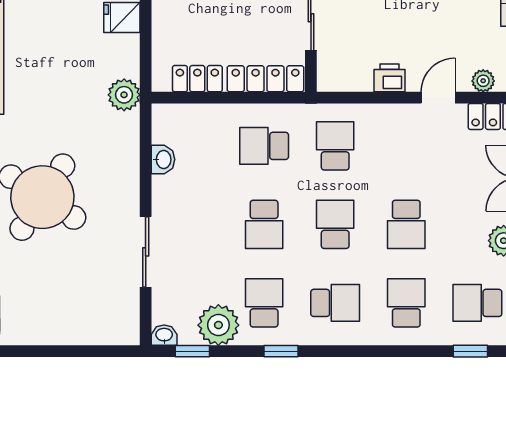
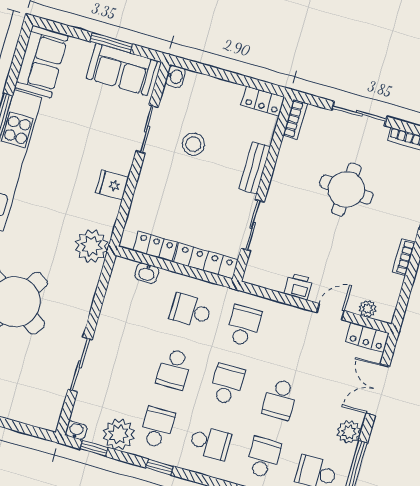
plant: (124, 95) -> (92, 246), width x1.36, depth x1.36
washbasin: (163, 159) -> (147, 273), moved, turned 90

